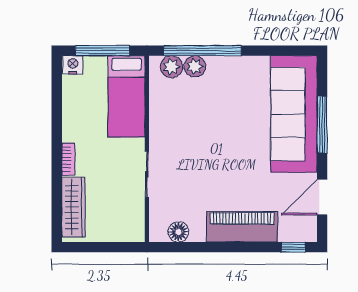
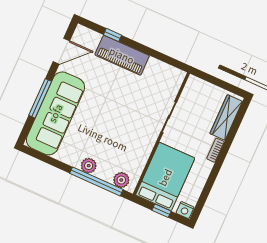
window: (102, 51) -> (162, 211), width x0.46
plant: (195, 66) -> (89, 166), moved
bed: (127, 96) -> (165, 177), width x1.50
floor lamp: (178, 232) -> (165, 71), removed
window: (293, 247) -> (113, 35), moved

